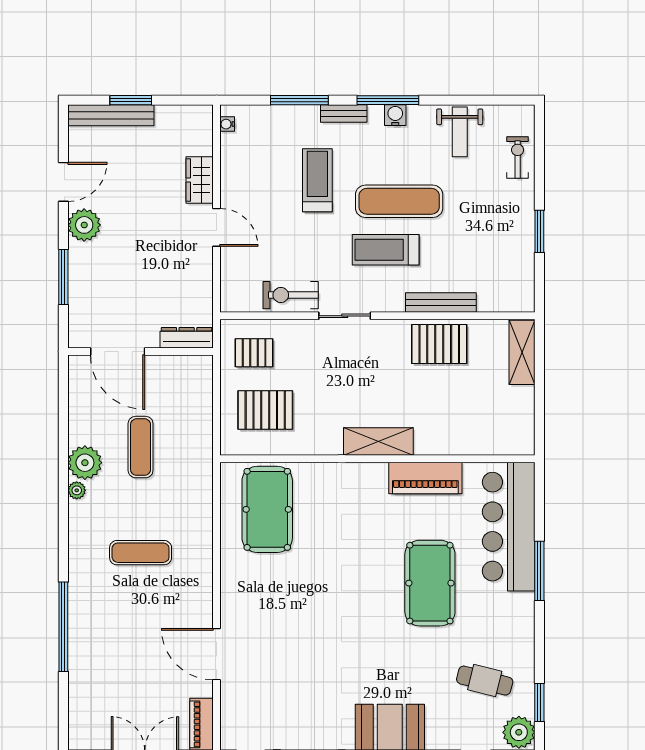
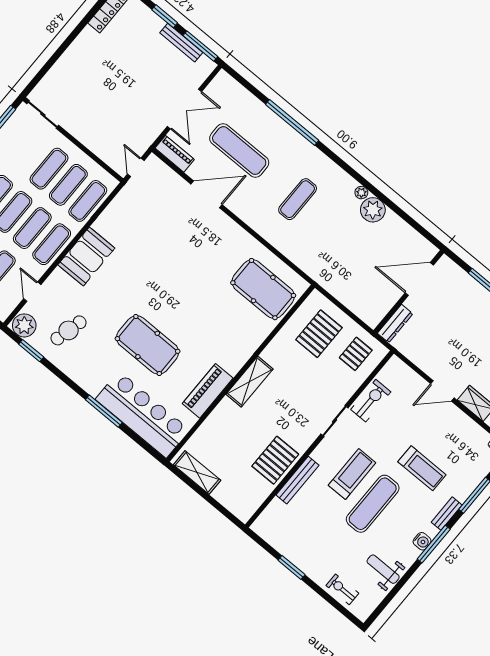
exercise bike: (518, 157) -> (342, 589), turned 180
shelving: (522, 352) -> (197, 472), moved
exercise mat: (141, 447) -> (239, 151), moved, width x1.36, depth x1.45

